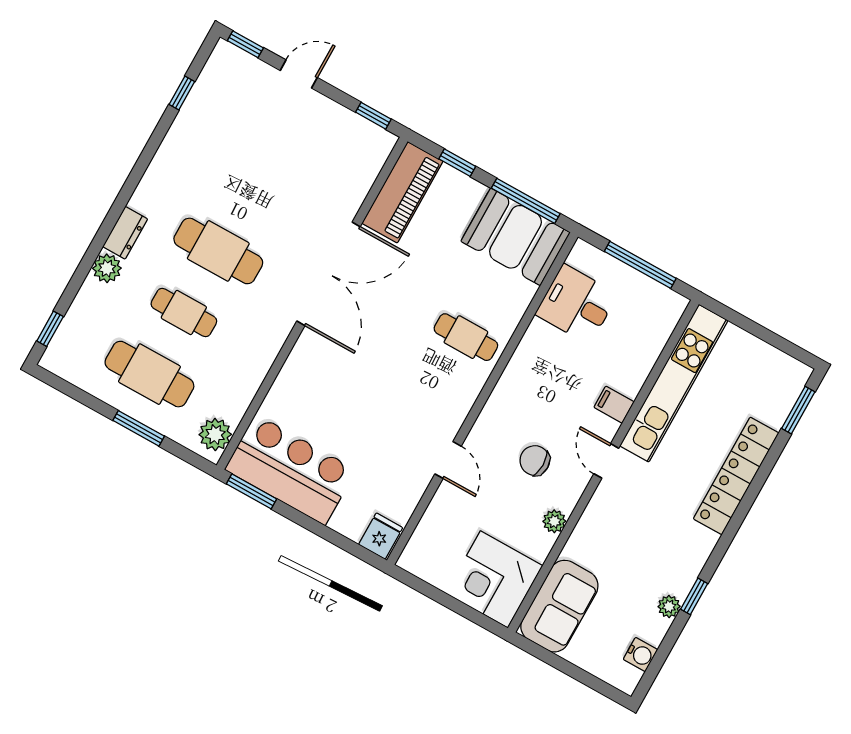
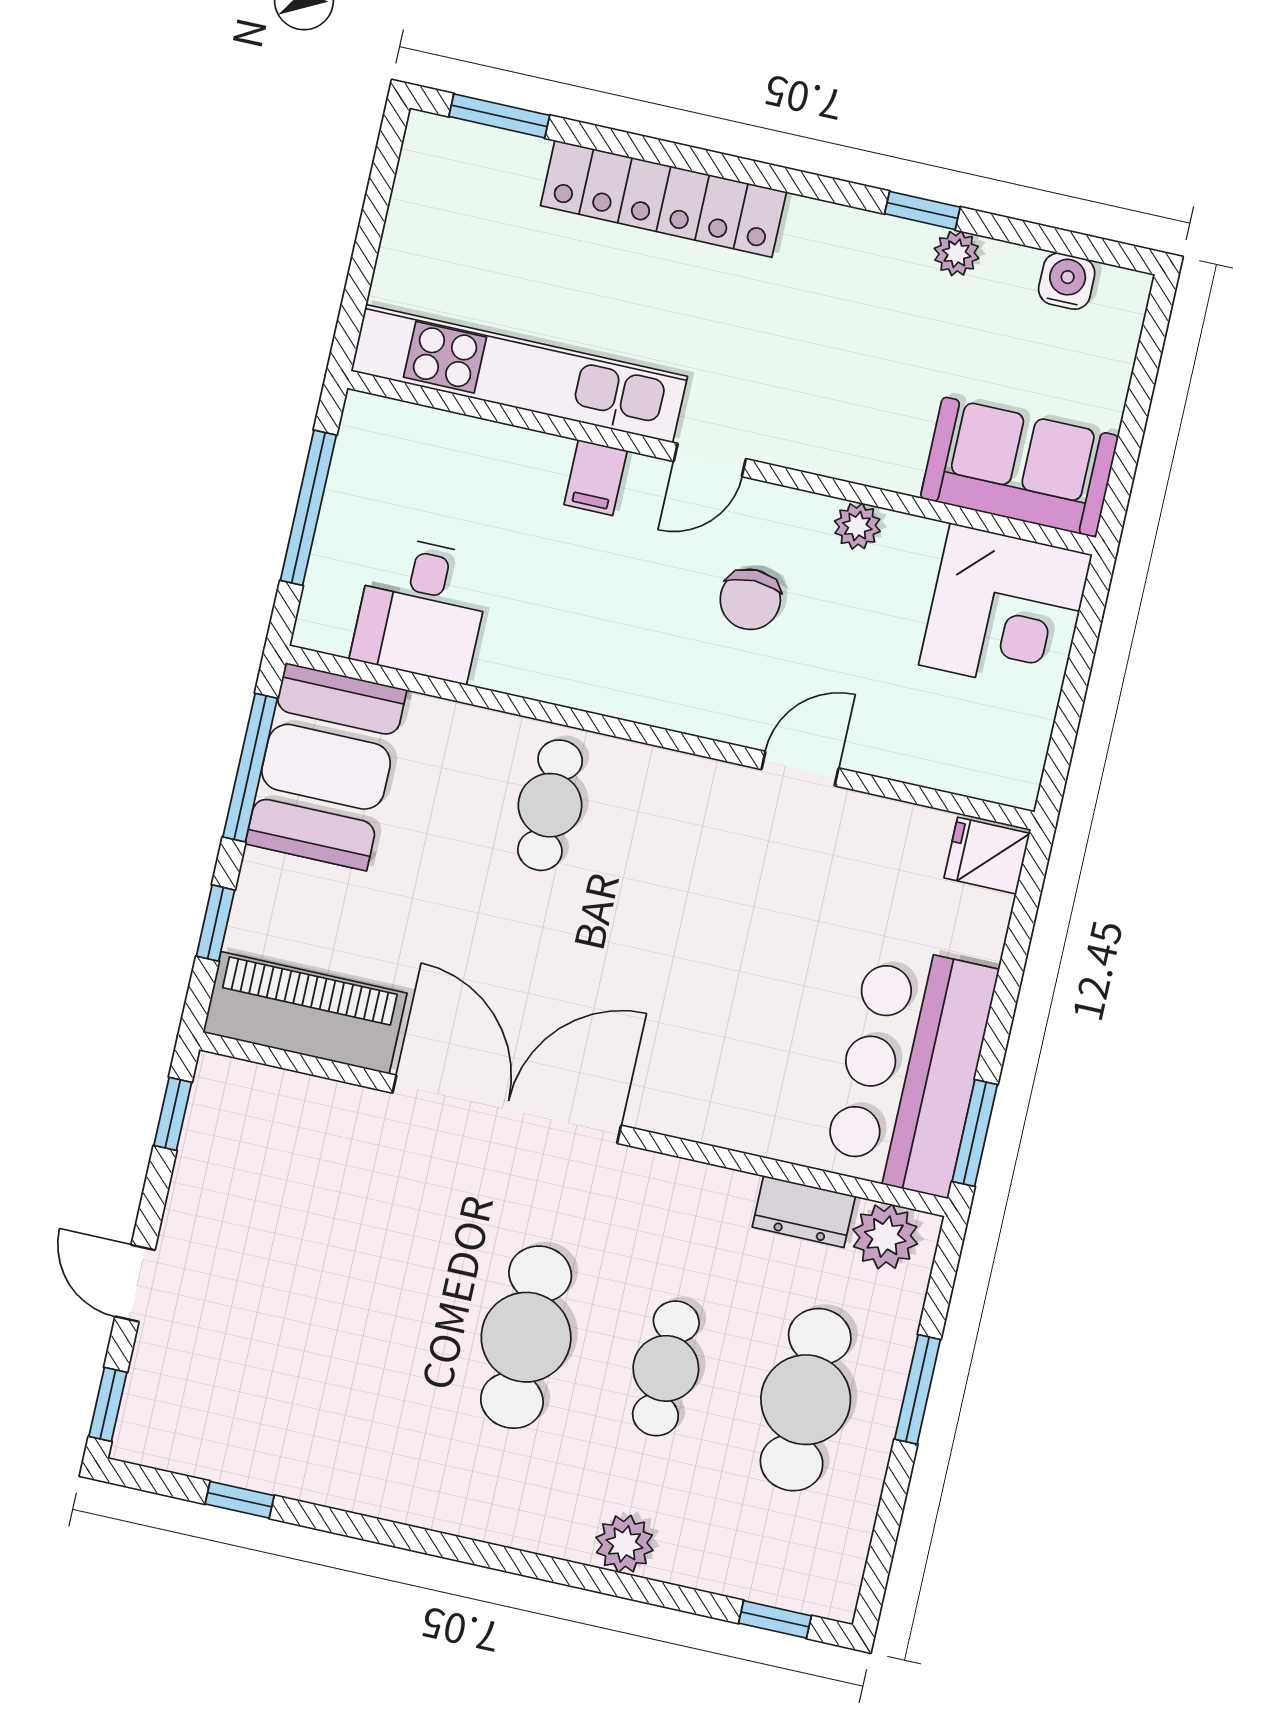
dresser: (125, 233) -> (804, 1212), moved, turned 180

